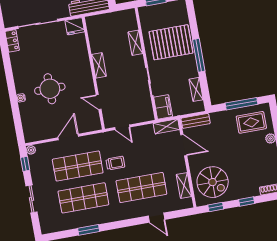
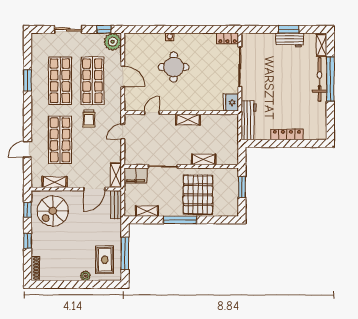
plant: (31, 150) -> (113, 42), width x1.88, depth x1.88

